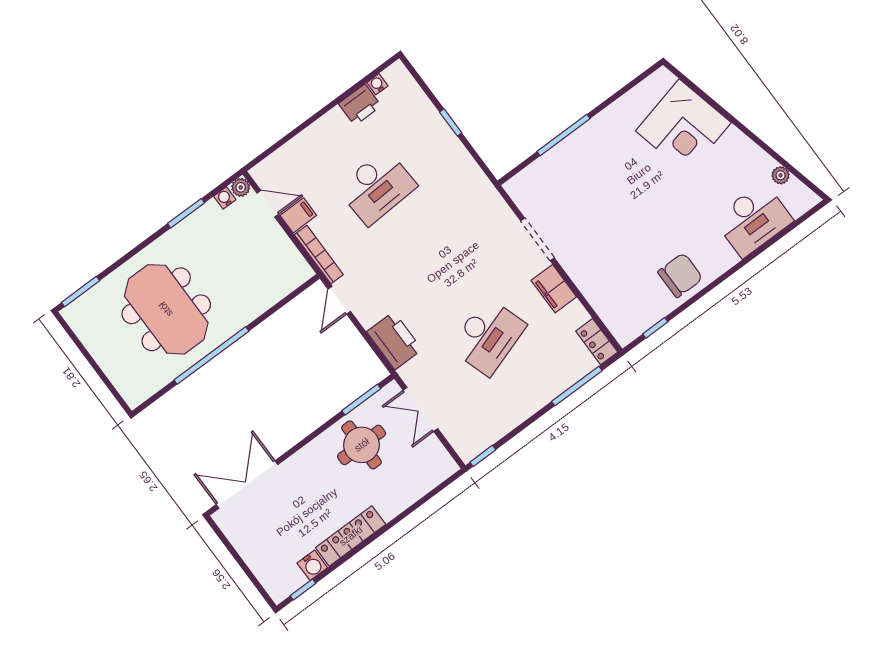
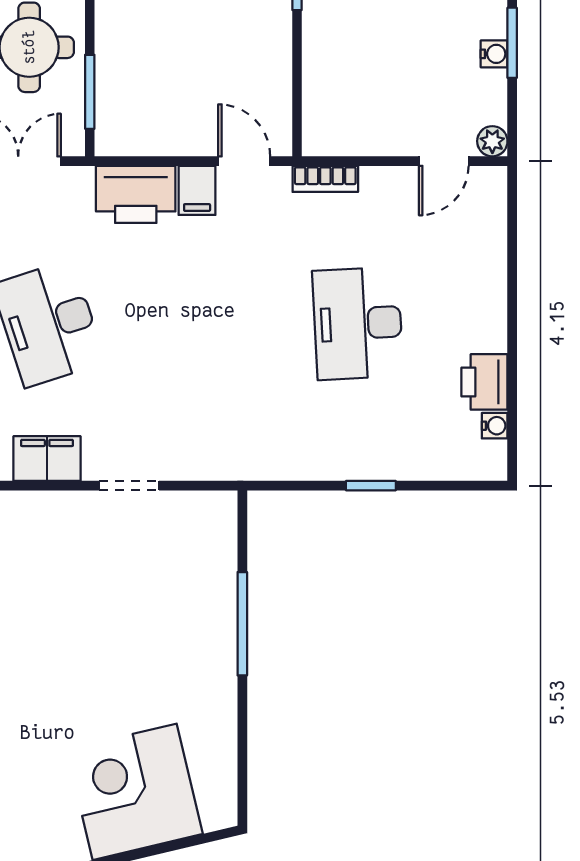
water cooler: (225, 198) -> (494, 54), moved
filing cabinet: (298, 215) -> (197, 190), moved
doorway: (537, 239) -> (129, 486), width x0.73
bookcase: (319, 255) -> (325, 179), width x0.64

